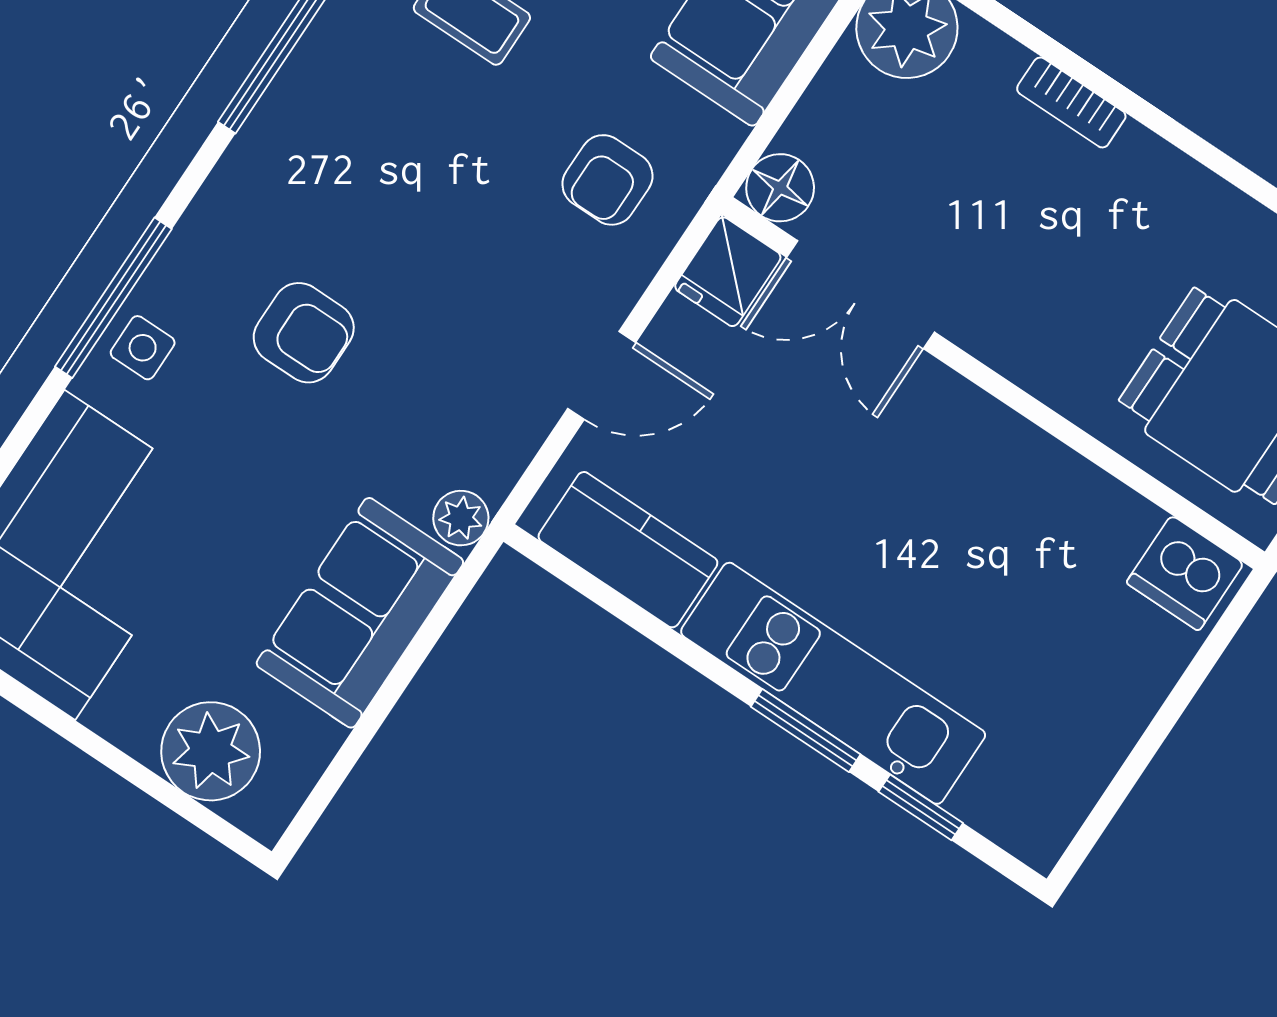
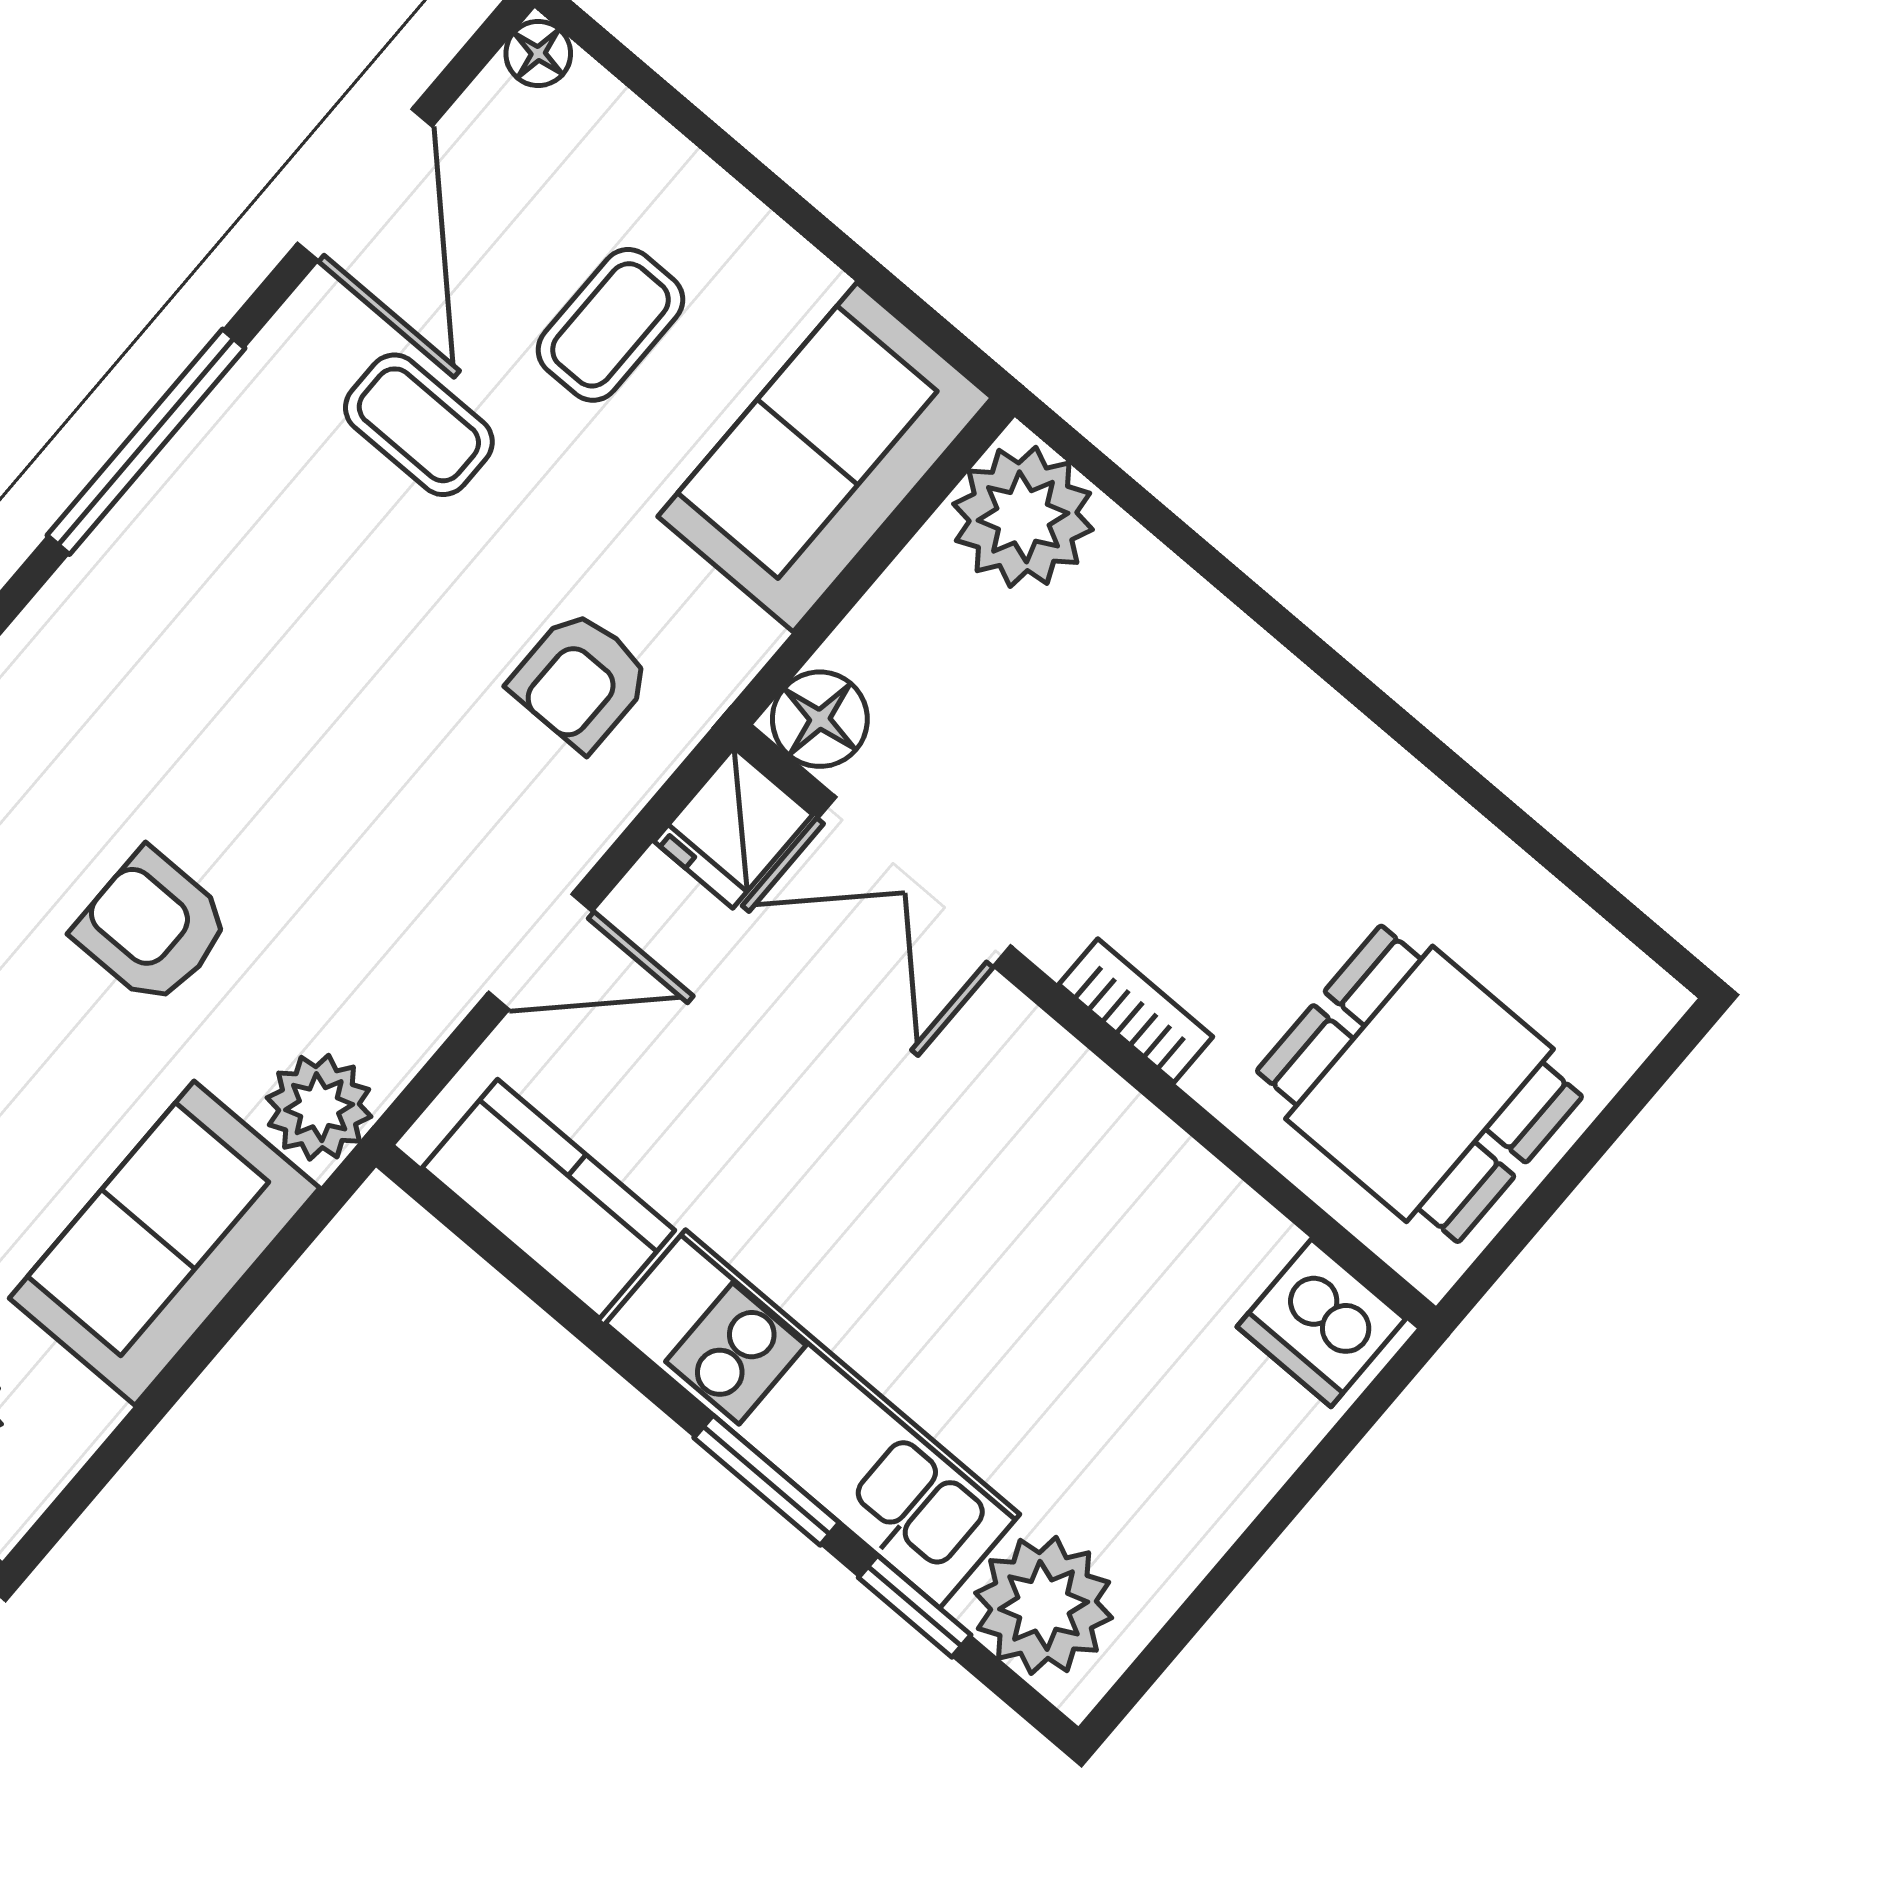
bookcase: (1071, 102) -> (1136, 1011), moved, turned 180
armchair: (304, 333) -> (152, 927), moved, turned 180
plant: (461, 518) -> (319, 1107), width x1.38, depth x1.38
plant: (1012, 796) -> (1044, 1605), added

